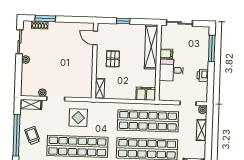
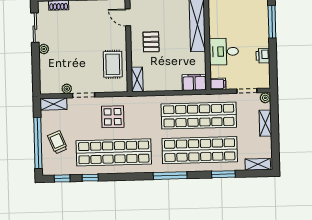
filing cabinet: (166, 54) -> (218, 84), moved
rug: (81, 75) -> (113, 64), added

